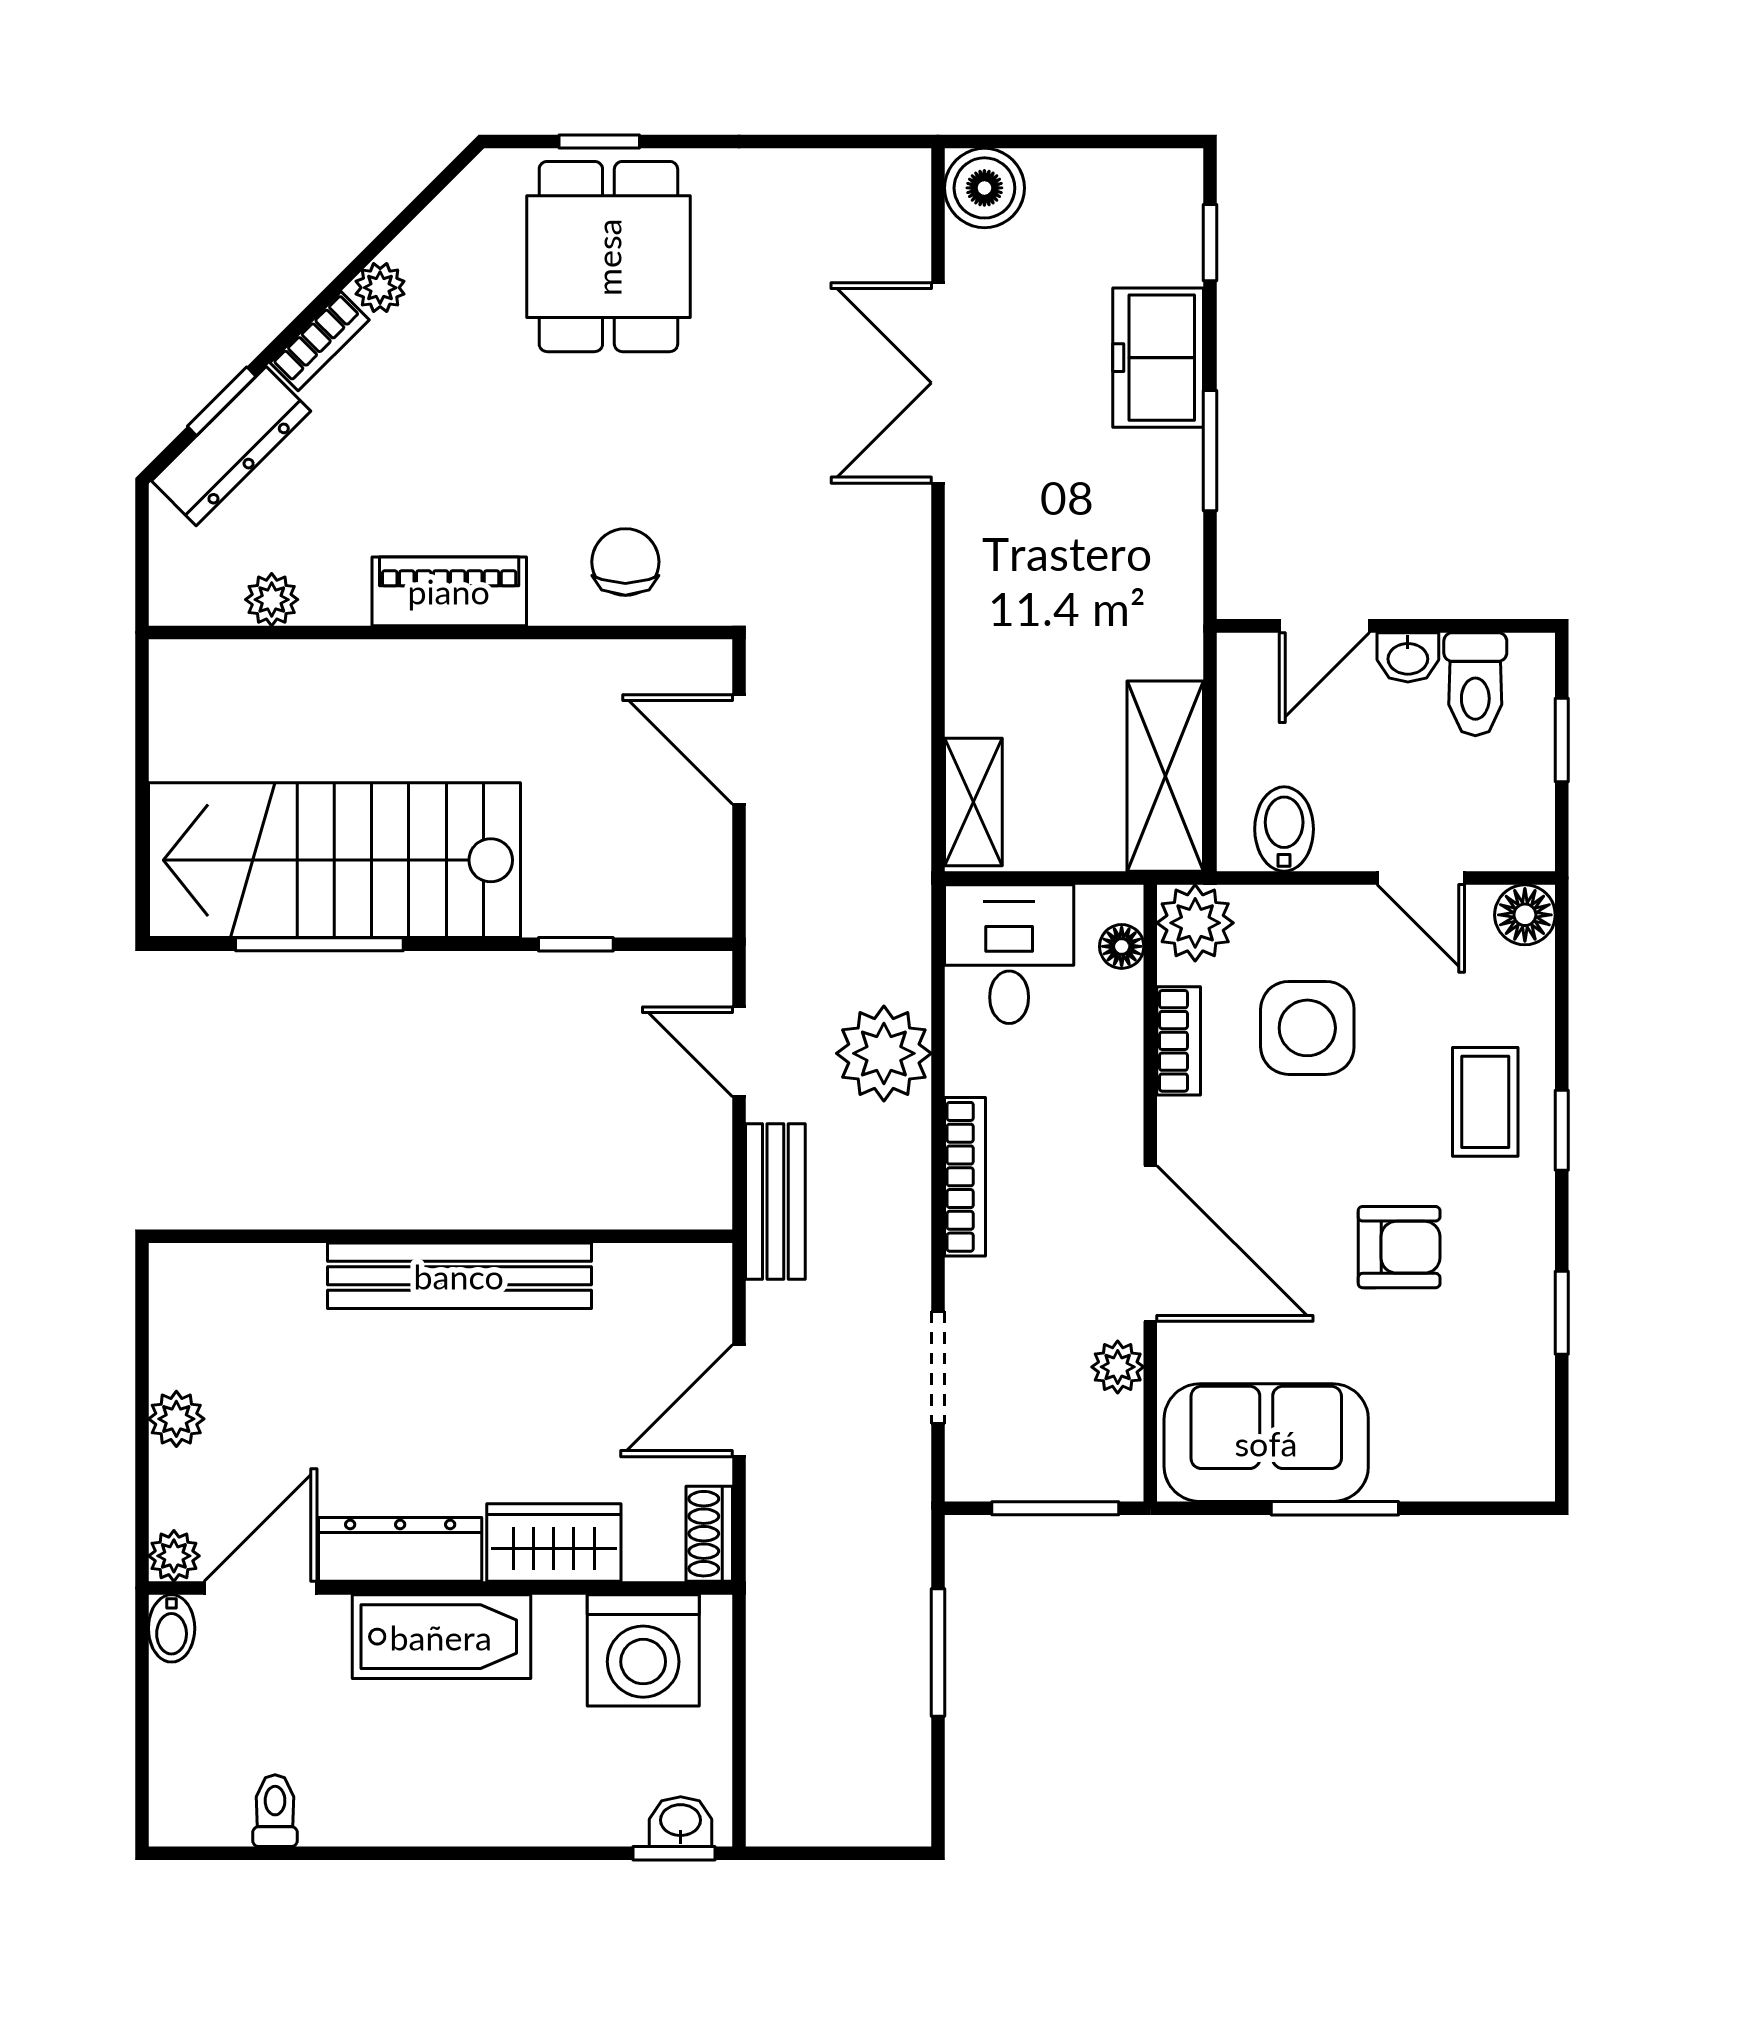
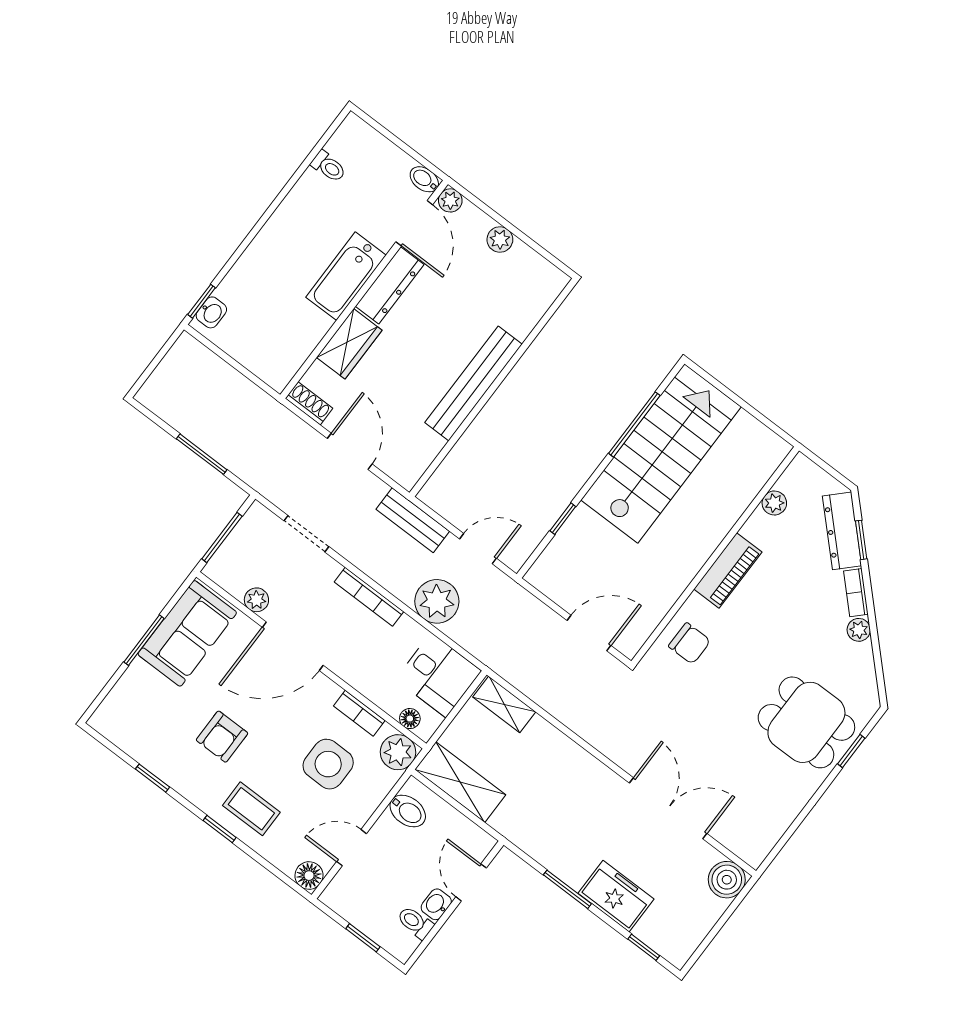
toilet: (1475, 684) -> (415, 923), width x0.73, depth x0.72
washing machine: (643, 1650) -> (285, 346), removed

